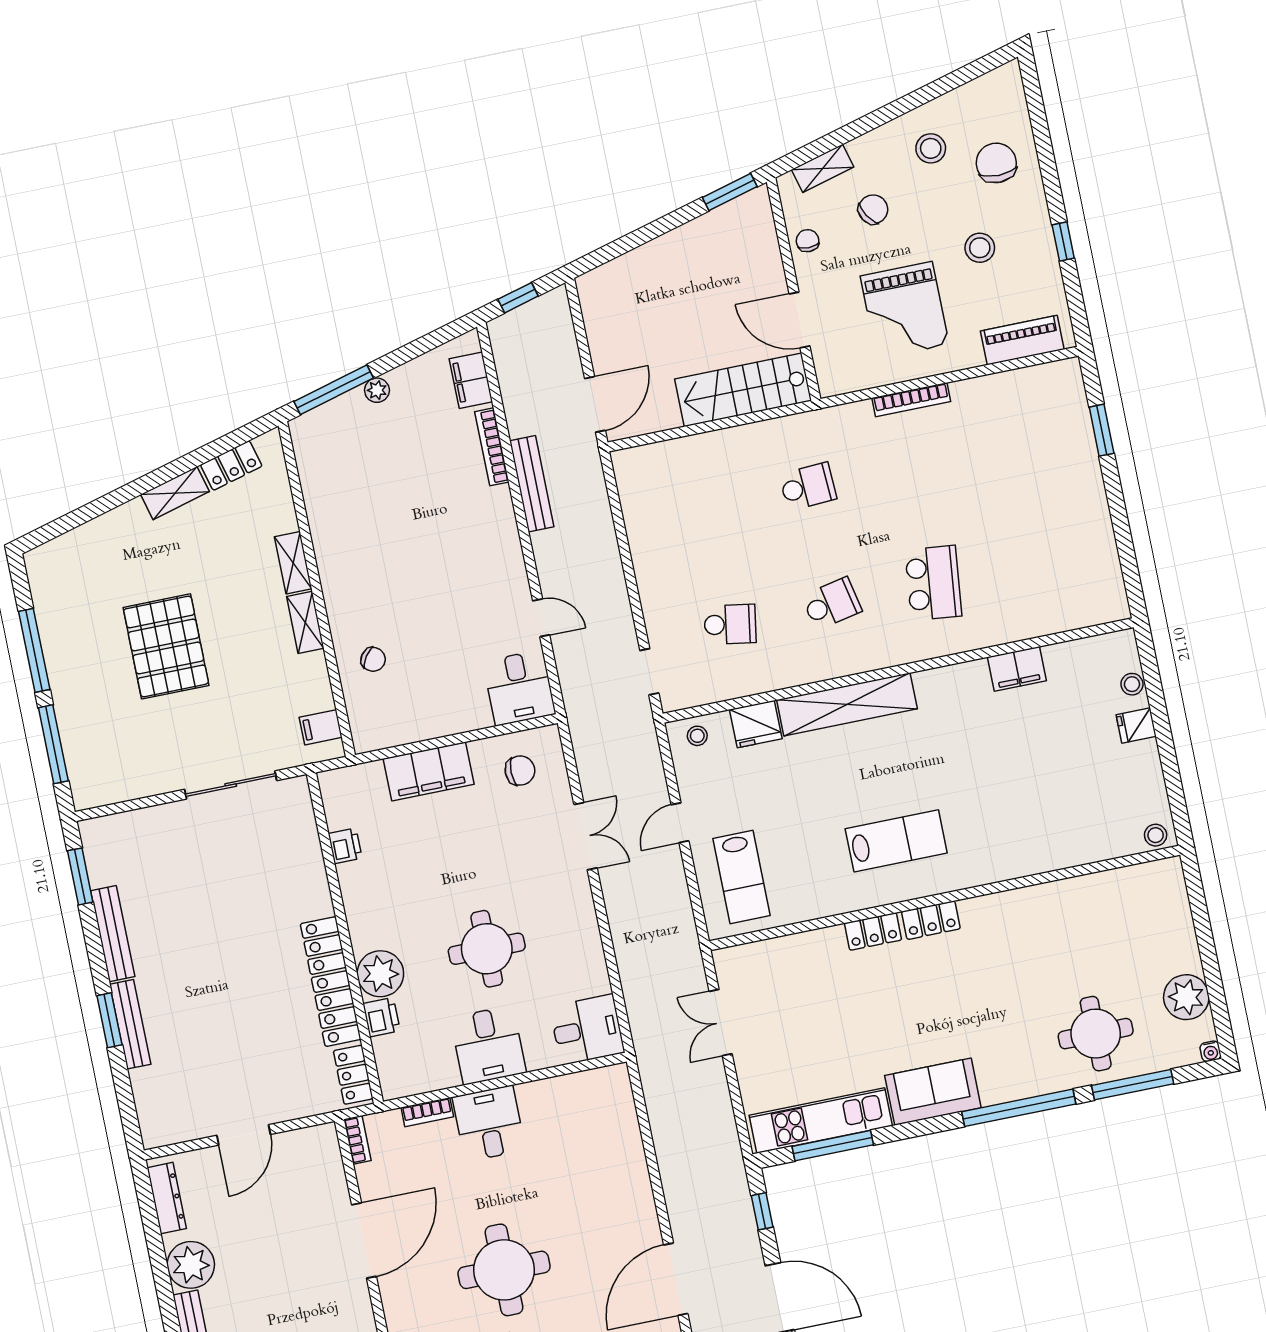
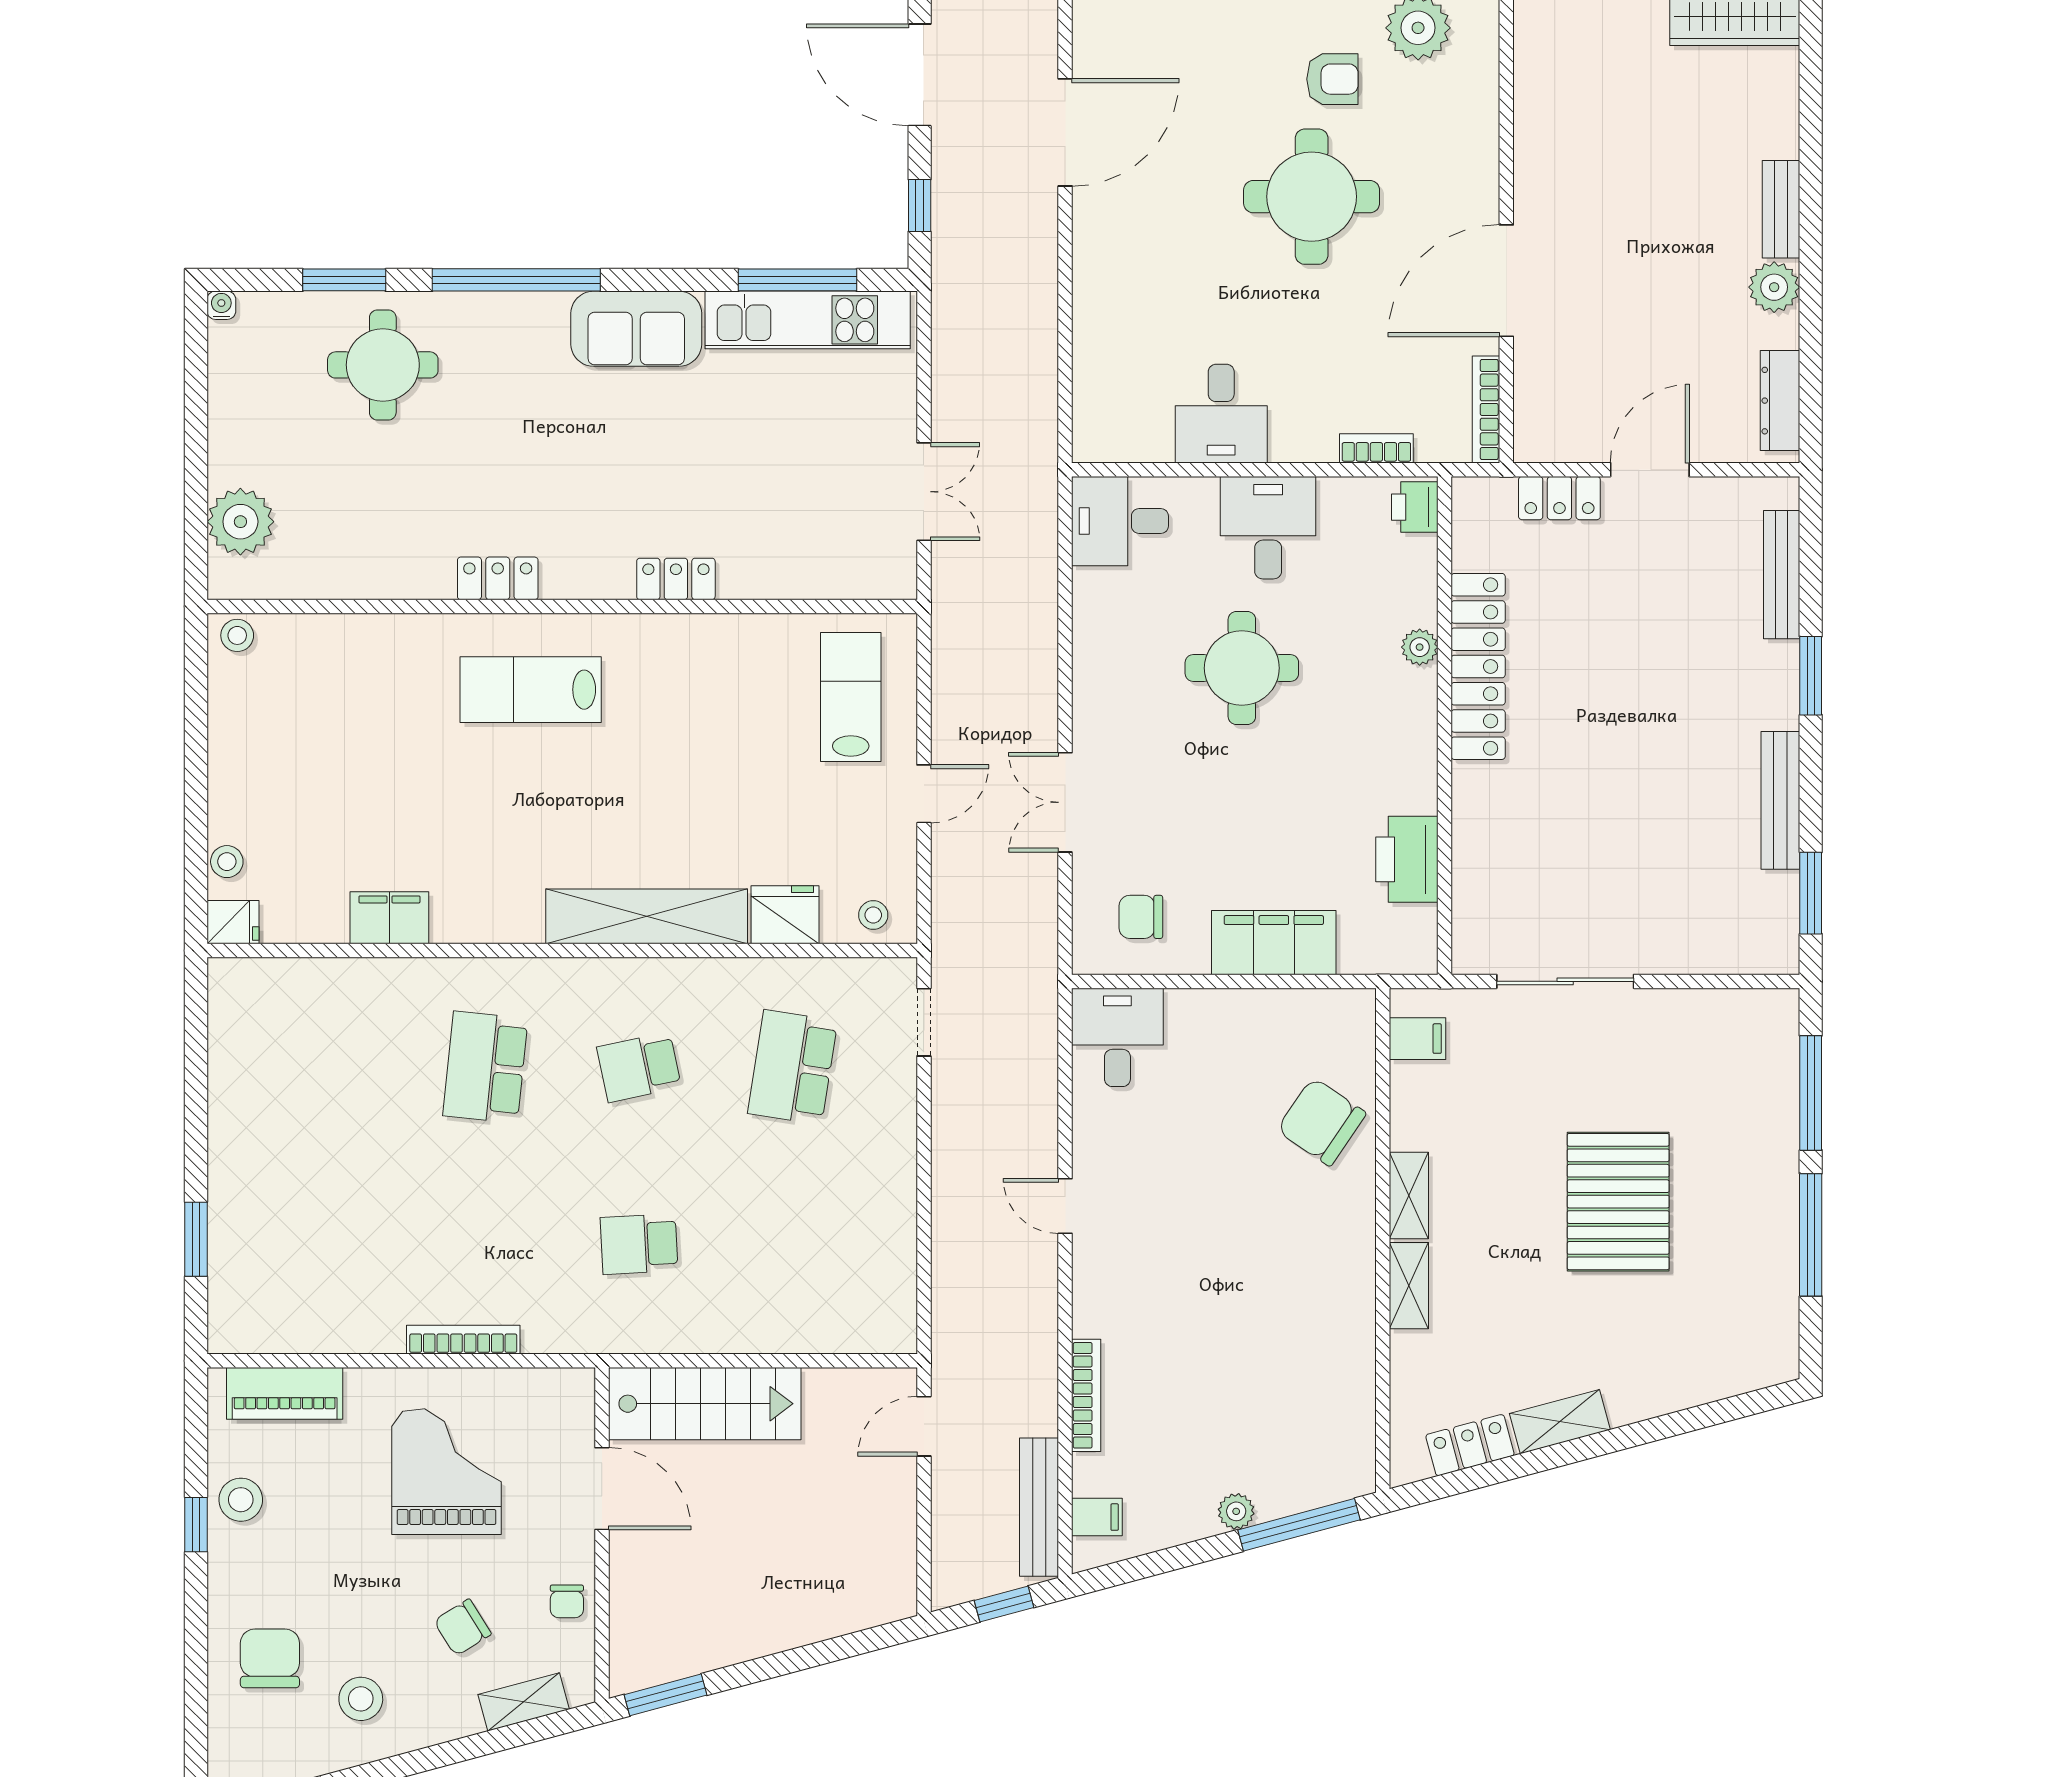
chair: (996, 163) -> (270, 1658), turned 180
stool: (980, 248) -> (241, 1500), moved
filing cabinet: (471, 380) -> (1097, 1517), width x0.50
door: (595, 404) -> (924, 1426), width x0.73
bench: (532, 484) -> (1039, 1507), moved
door: (541, 618) -> (1065, 1206), moved
school desk: (730, 624) -> (793, 1067), width x1.85
chair: (373, 659) -> (1321, 1122), width x1.87, depth x1.87
fridge: (1136, 726) -> (233, 922), moved
lab bench: (896, 841) -> (531, 690), moved
printer: (345, 846) -> (1407, 859), width x1.87, depth x1.48
locker: (931, 920) -> (498, 578), moved
plant: (380, 974) -> (1420, 647), width x0.53, depth x0.53
plant: (1186, 997) -> (240, 522), moved
printer: (382, 1017) -> (1415, 507), moved
bench: (130, 1024) -> (1782, 575), moved
locker: (353, 1075) -> (1559, 498), moved, turned 90
window: (1133, 1085) -> (344, 280), width x0.69
desk: (489, 1124) -> (1221, 414), moved
bookcase: (357, 1140) -> (1486, 410), width x1.56
plant: (191, 1265) -> (1774, 287), width x0.73, depth x0.73

